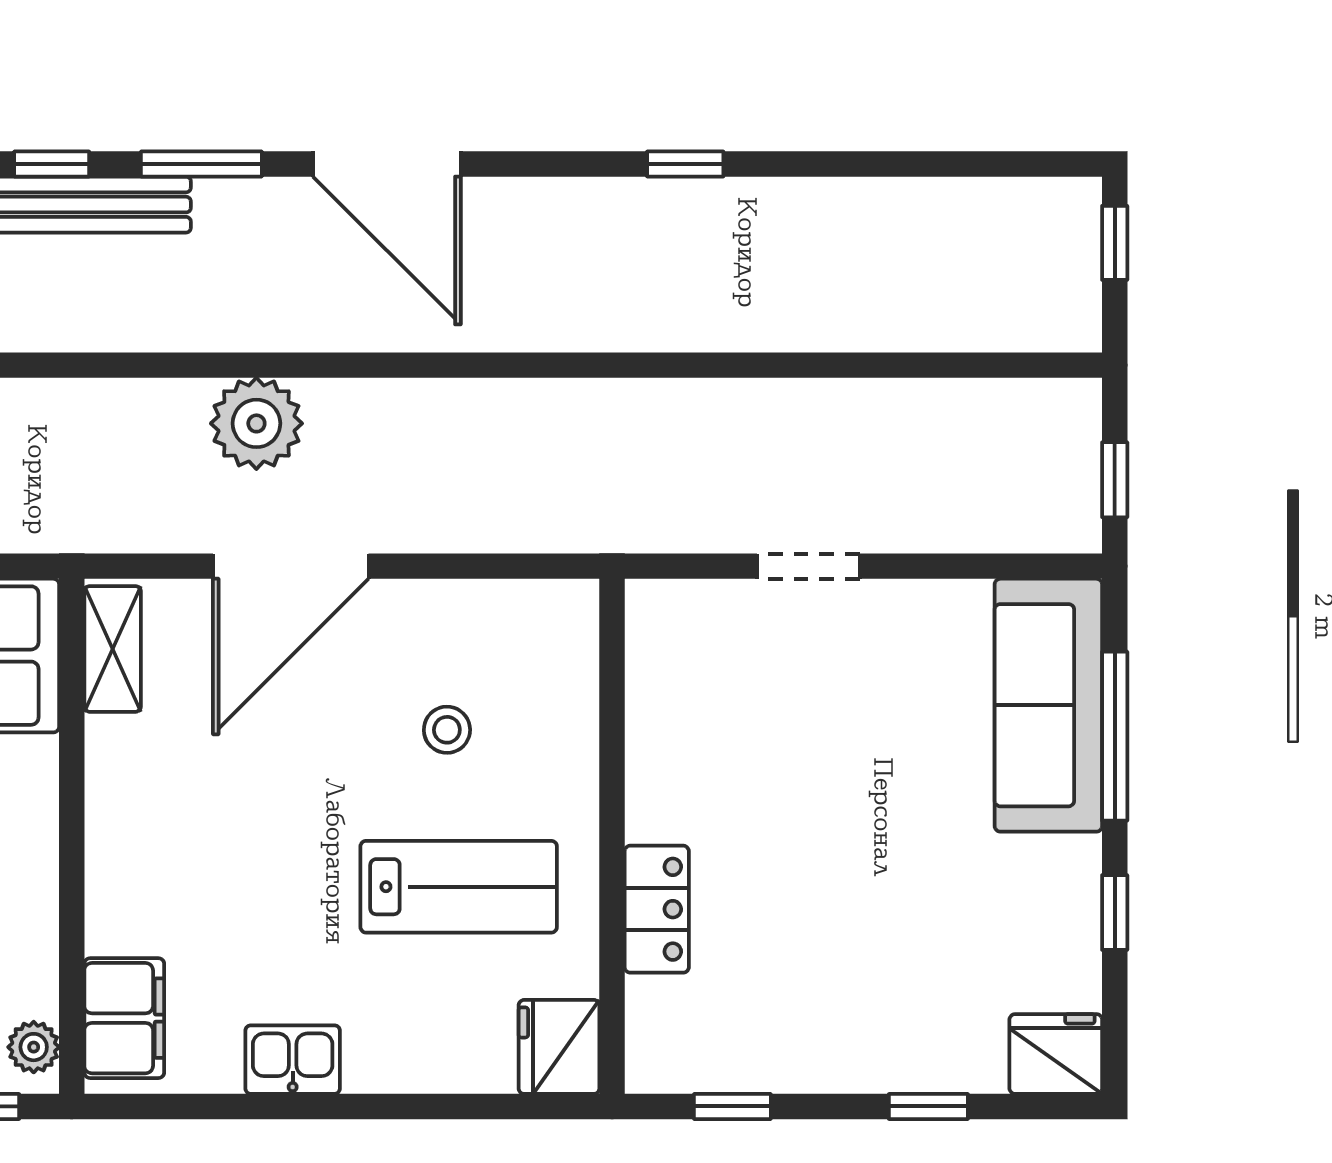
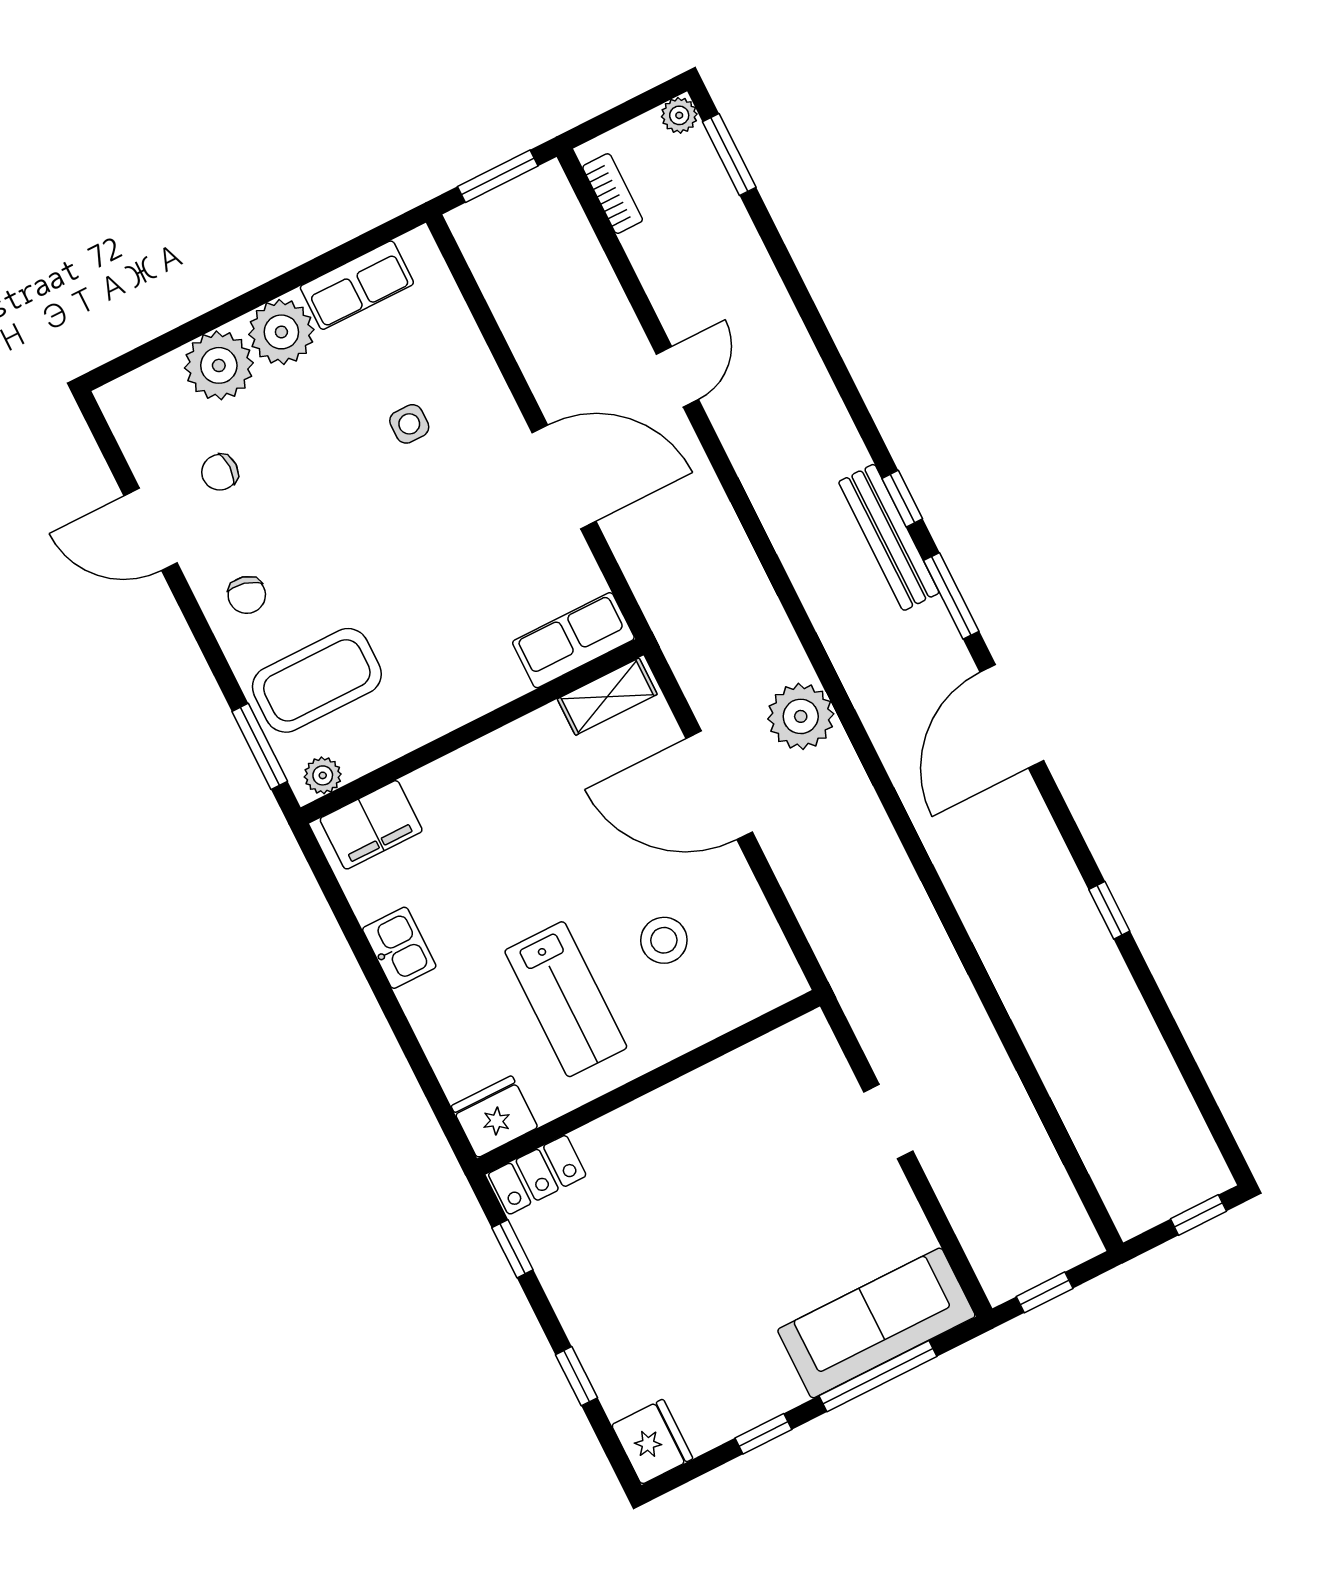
stool: (447, 730) -> (664, 940), width x1.37, depth x1.37
locker: (657, 909) -> (537, 1175), moved

